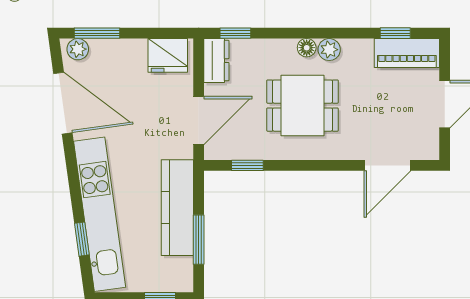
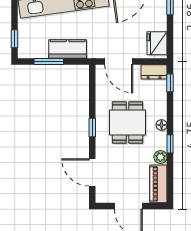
window: (395, 33) -> (170, 144), moved
plant: (329, 50) -> (160, 157), moved
window: (247, 165) -> (92, 128), moved
kitchen counter: (177, 208) -> (68, 49), width x0.67

